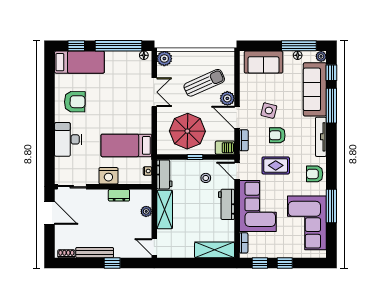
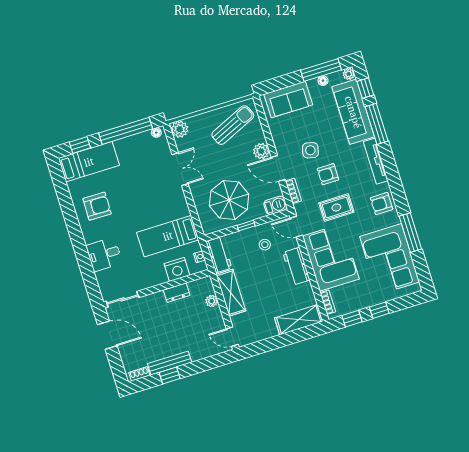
sun lounger: (204, 83) -> (233, 125), moved
desk: (68, 139) -> (104, 254), width x0.73
nightstand: (108, 176) -> (177, 269), moved
window: (112, 263) -> (170, 375), moved

